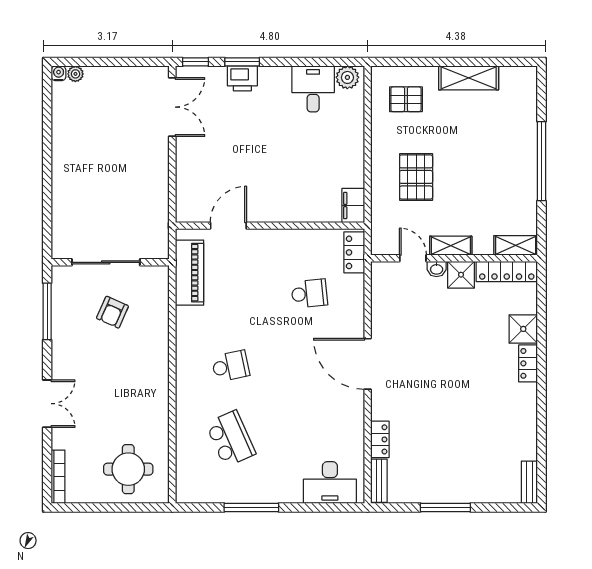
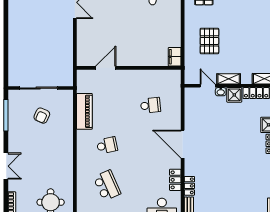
locker: (354, 252) -> (175, 180), moved
piano: (189, 273) -> (84, 111), moved

